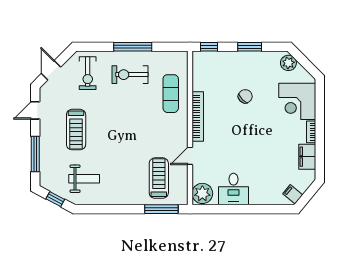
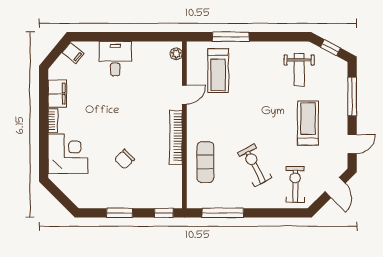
window: (133, 47) -> (223, 213), moved
plant: (288, 63) -> (78, 195), removed
exercise bike: (130, 75) -> (255, 165), moved, turned -117
weight bench: (84, 179) -> (299, 70), turned -90
desk: (233, 189) -> (115, 59), moved
plant: (202, 193) -> (176, 54), width x0.53, depth x0.53
window: (161, 209) -> (231, 37), moved

